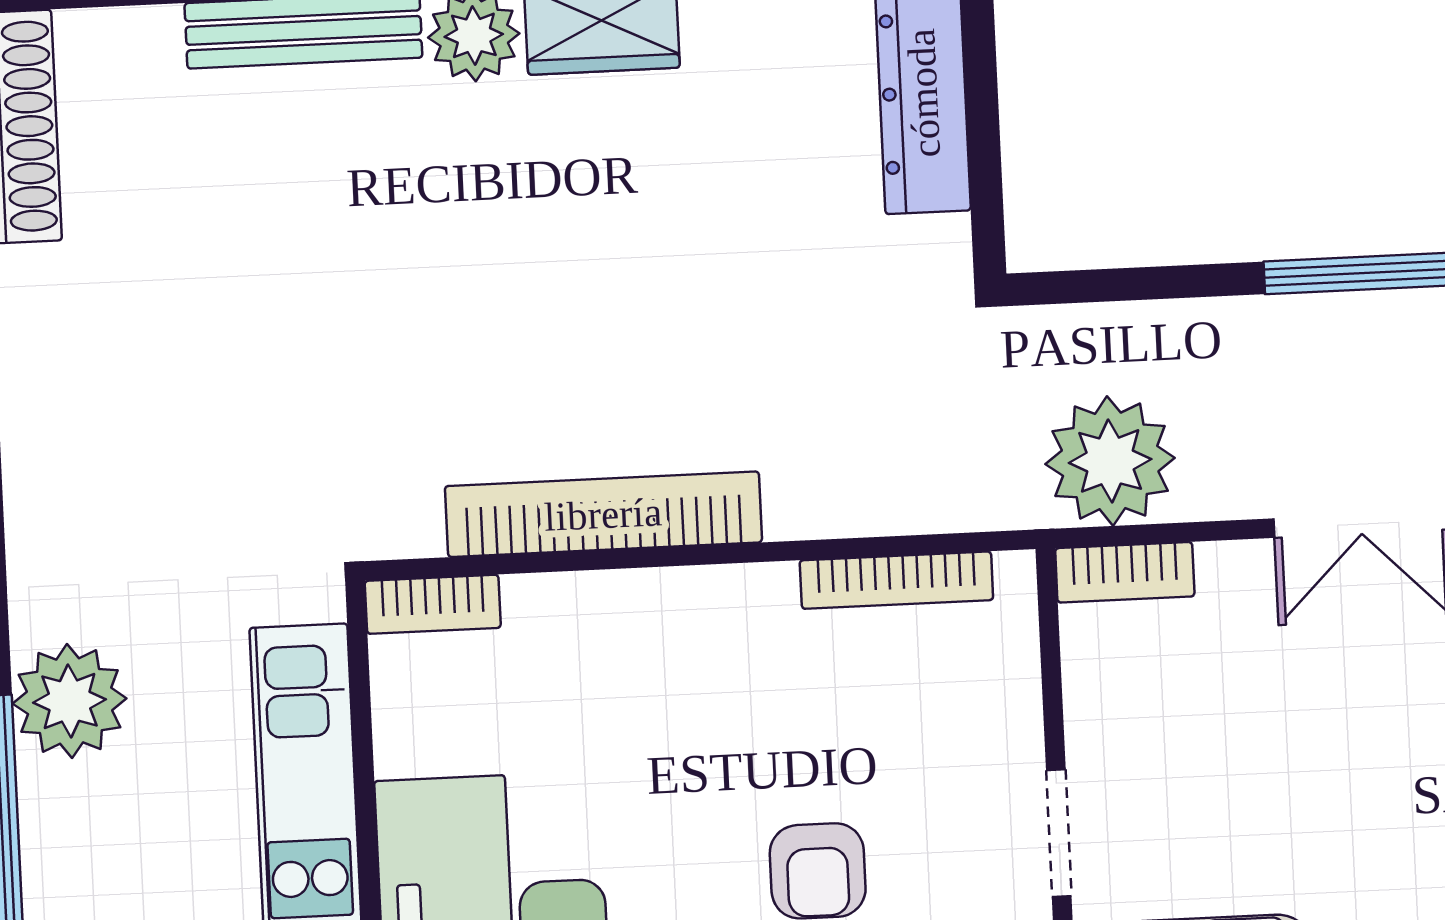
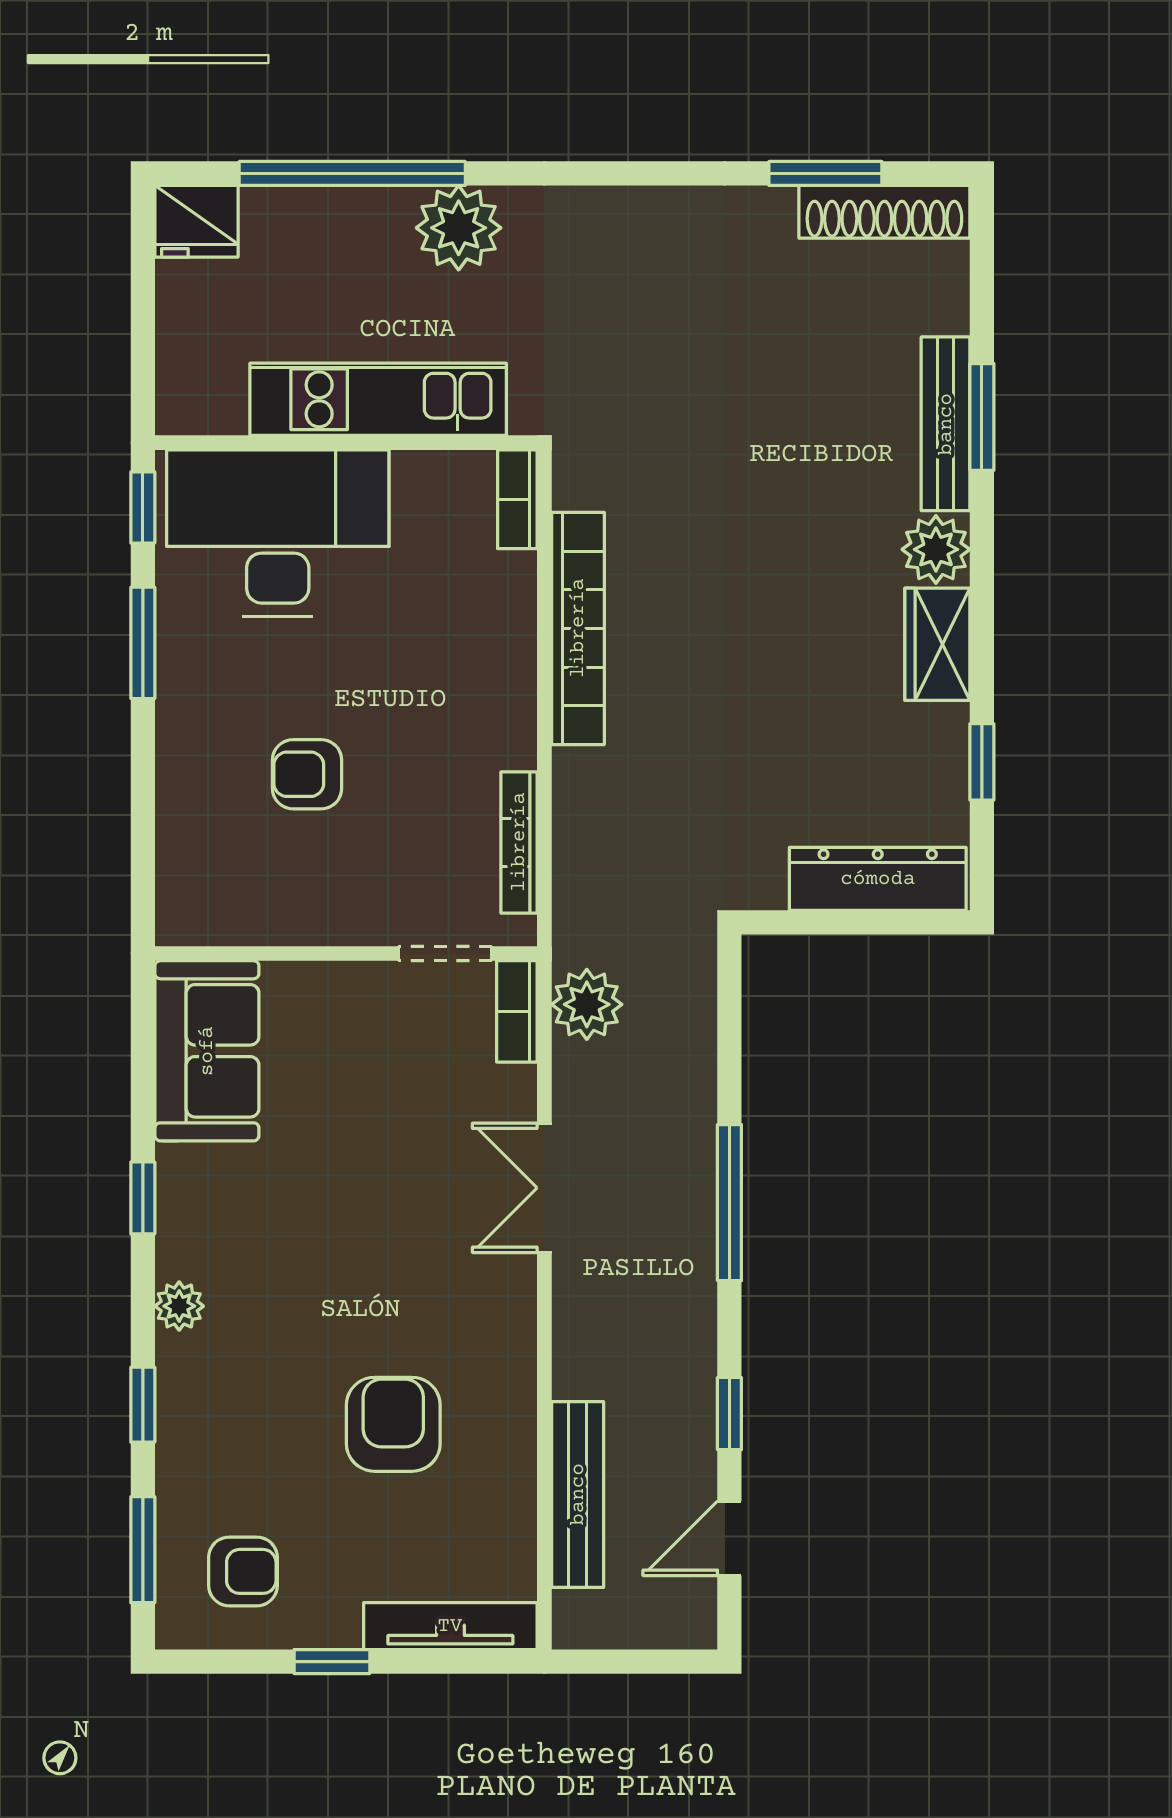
plant: (1110, 461) -> (587, 1004), width x0.73, depth x0.73
doorway: (1059, 833) -> (445, 954), moved

